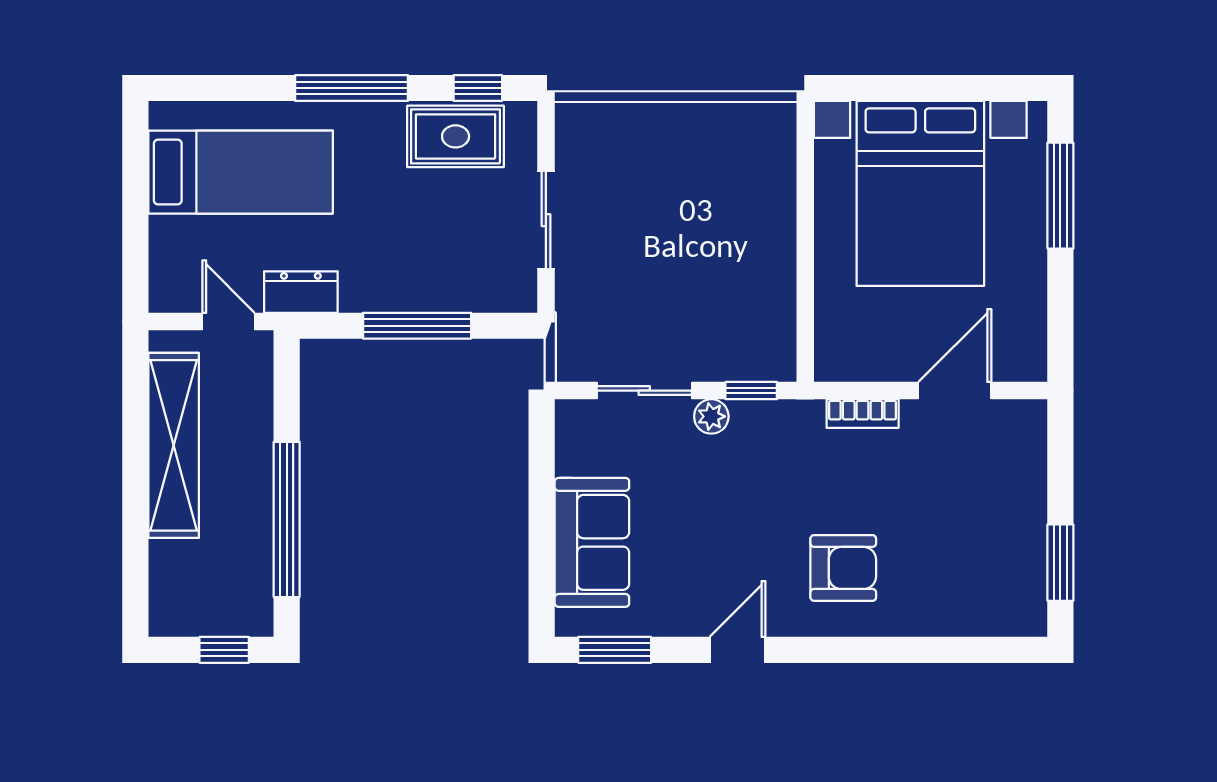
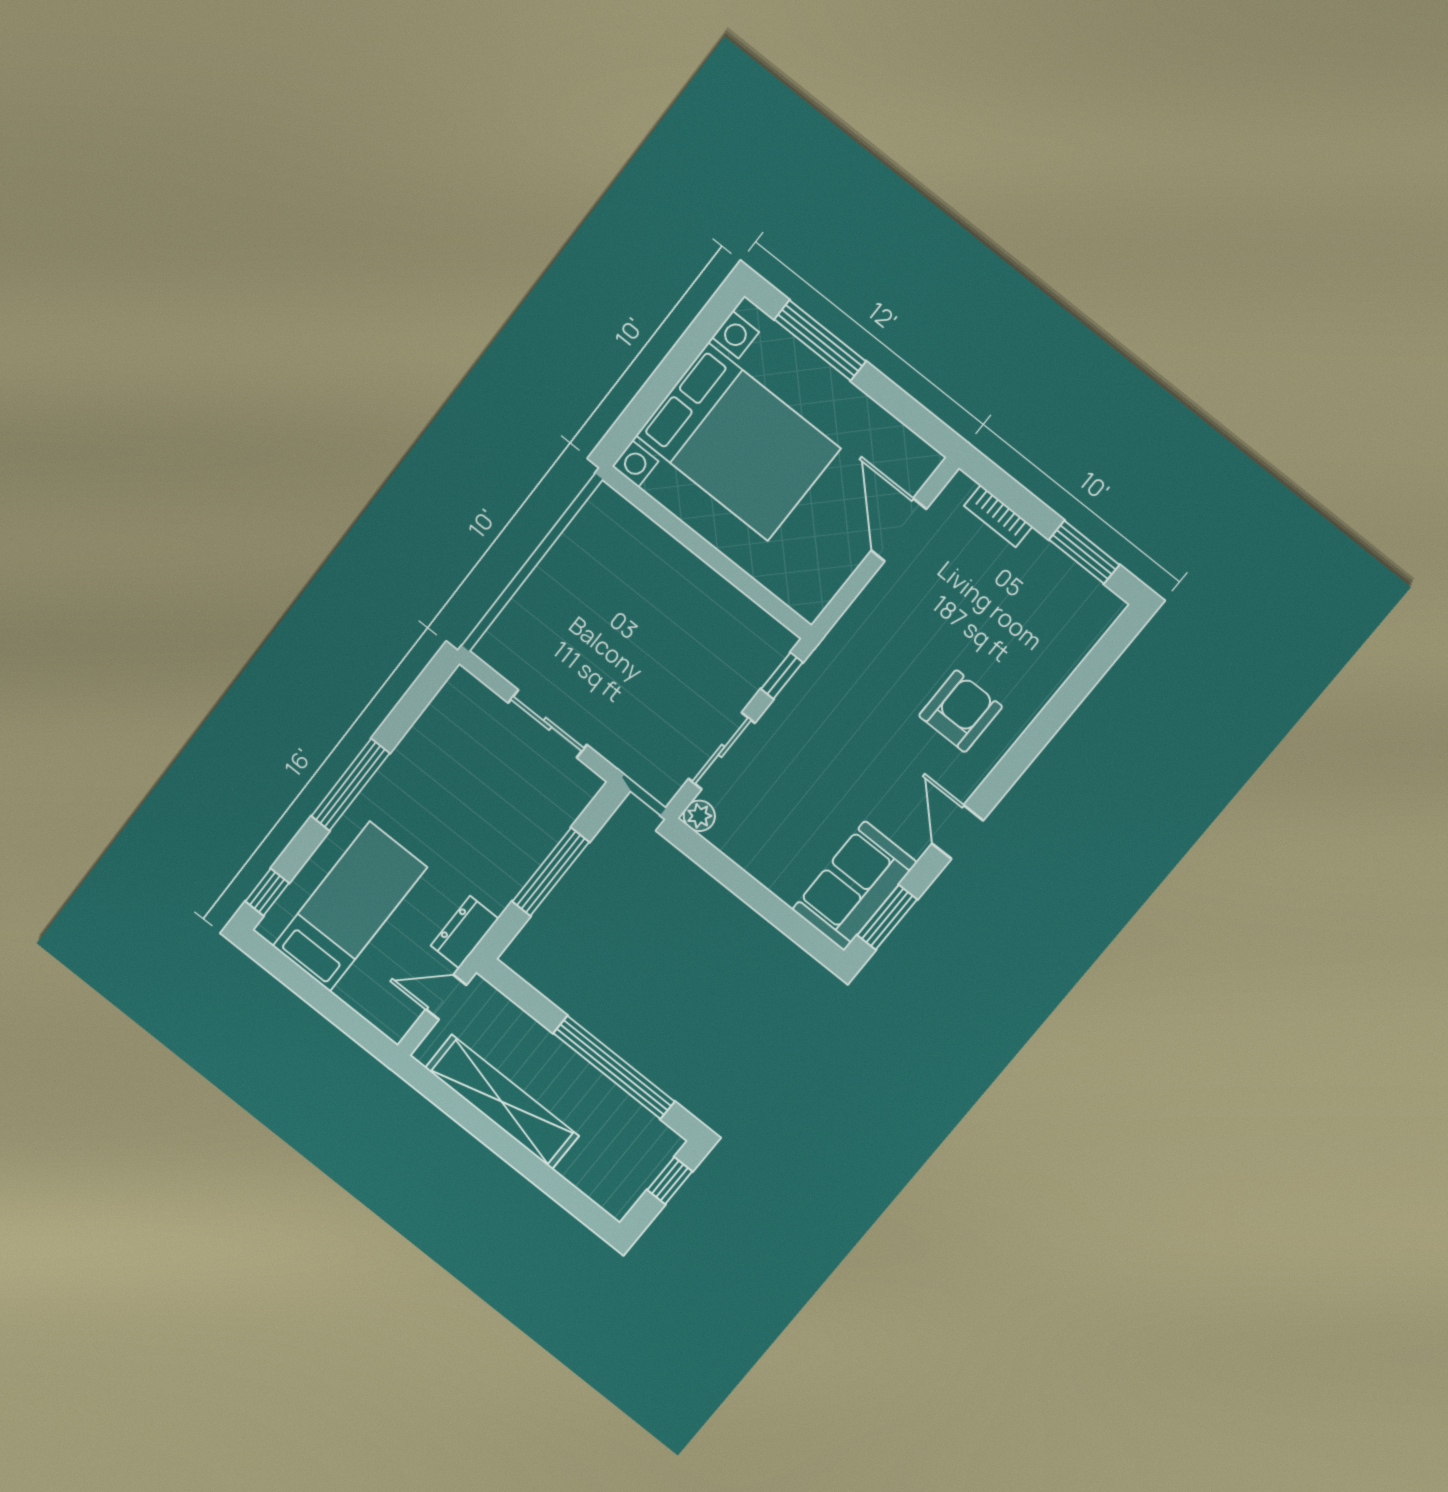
window: (478, 88) -> (267, 892), moved
rug: (456, 136) -> (440, 740), removed
bookcase: (863, 414) -> (998, 516), moved, turned 90
plant: (711, 416) -> (699, 816), moved
sofa: (592, 542) -> (854, 886), moved, turned -90

